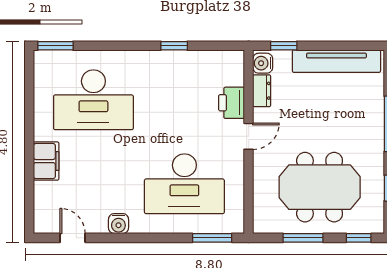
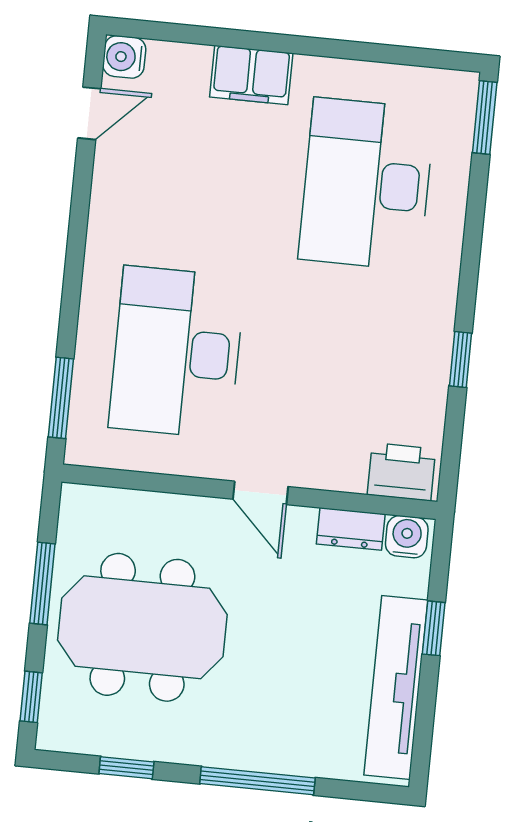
window: (284, 46) -> (434, 628), moved
printer: (232, 103) -> (401, 472), moved
meeting table: (320, 187) -> (142, 627), turned 90
water cooler: (118, 224) -> (124, 57), moved

